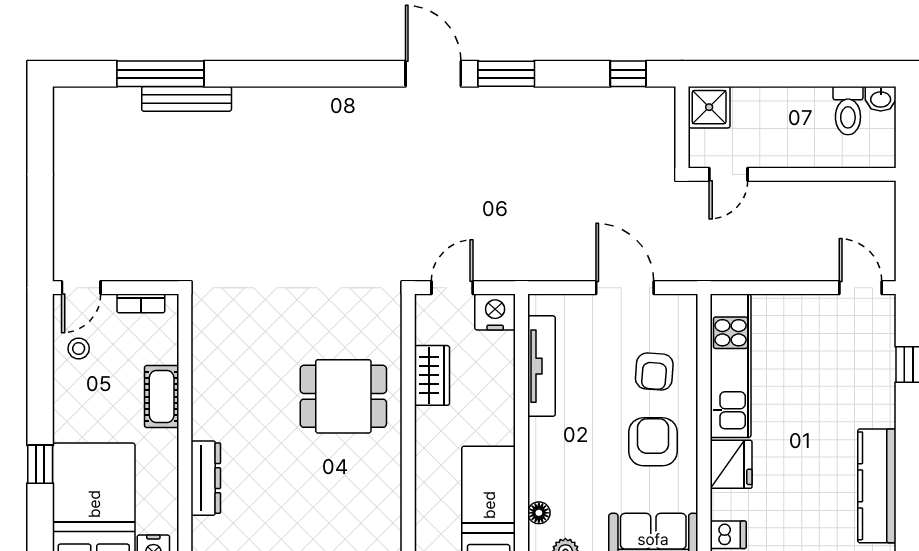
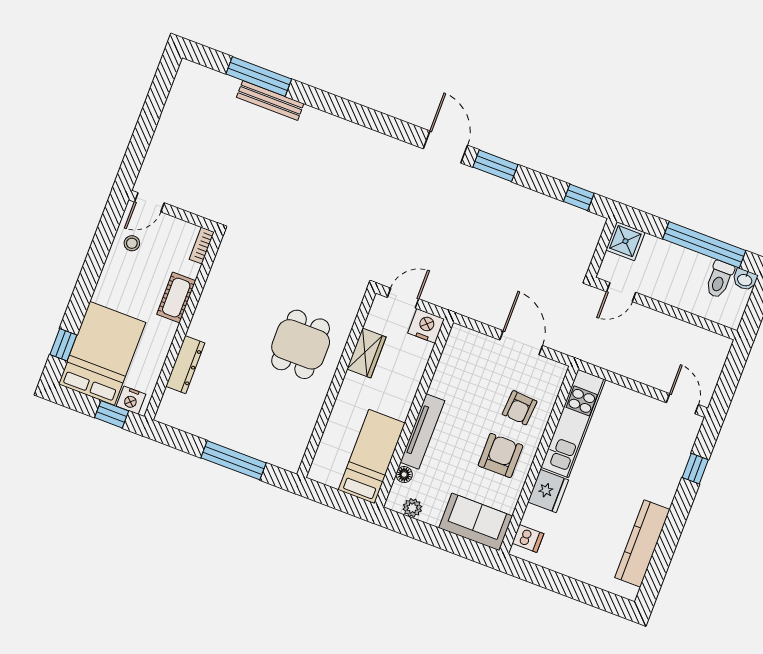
window: (812, 74) -> (704, 245), added
bookcase: (141, 303) -> (202, 246), moved, turned 90
tv unit: (541, 366) -> (422, 431), moved
dining table: (343, 396) -> (301, 344), turned 90
window: (40, 464) -> (63, 345), moved

